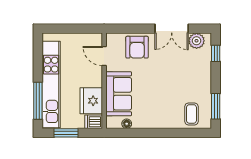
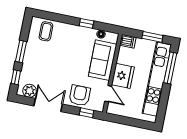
window: (125, 29) -> (87, 113), added
fridge: (91, 101) -> (123, 76), moved
window: (216, 106) -> (21, 51), moved
window: (146, 133) -> (86, 23), added

